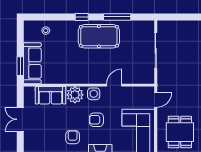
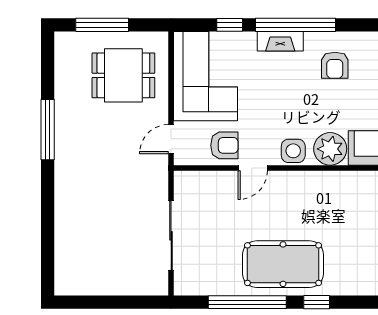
window: (117, 17) -> (247, 302), width x1.46
armchair: (96, 120) -> (224, 145), moved
dining table: (180, 132) -> (123, 75), turned 90

